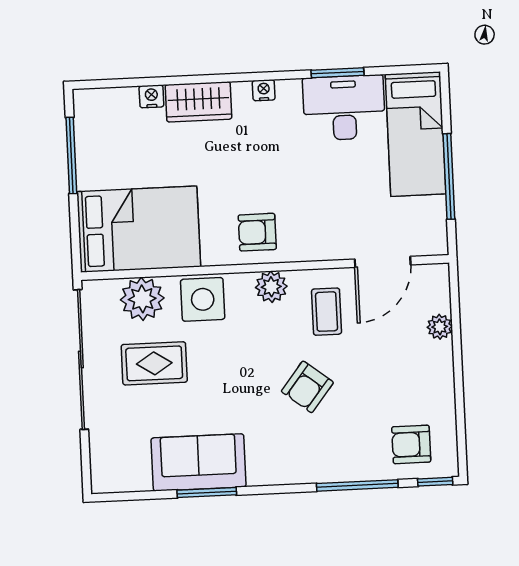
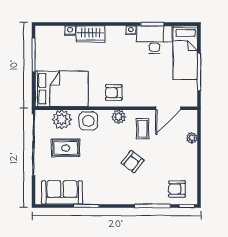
nightstand: (264, 90) -> (131, 30), moved
sofa: (199, 462) -> (62, 192), moved

